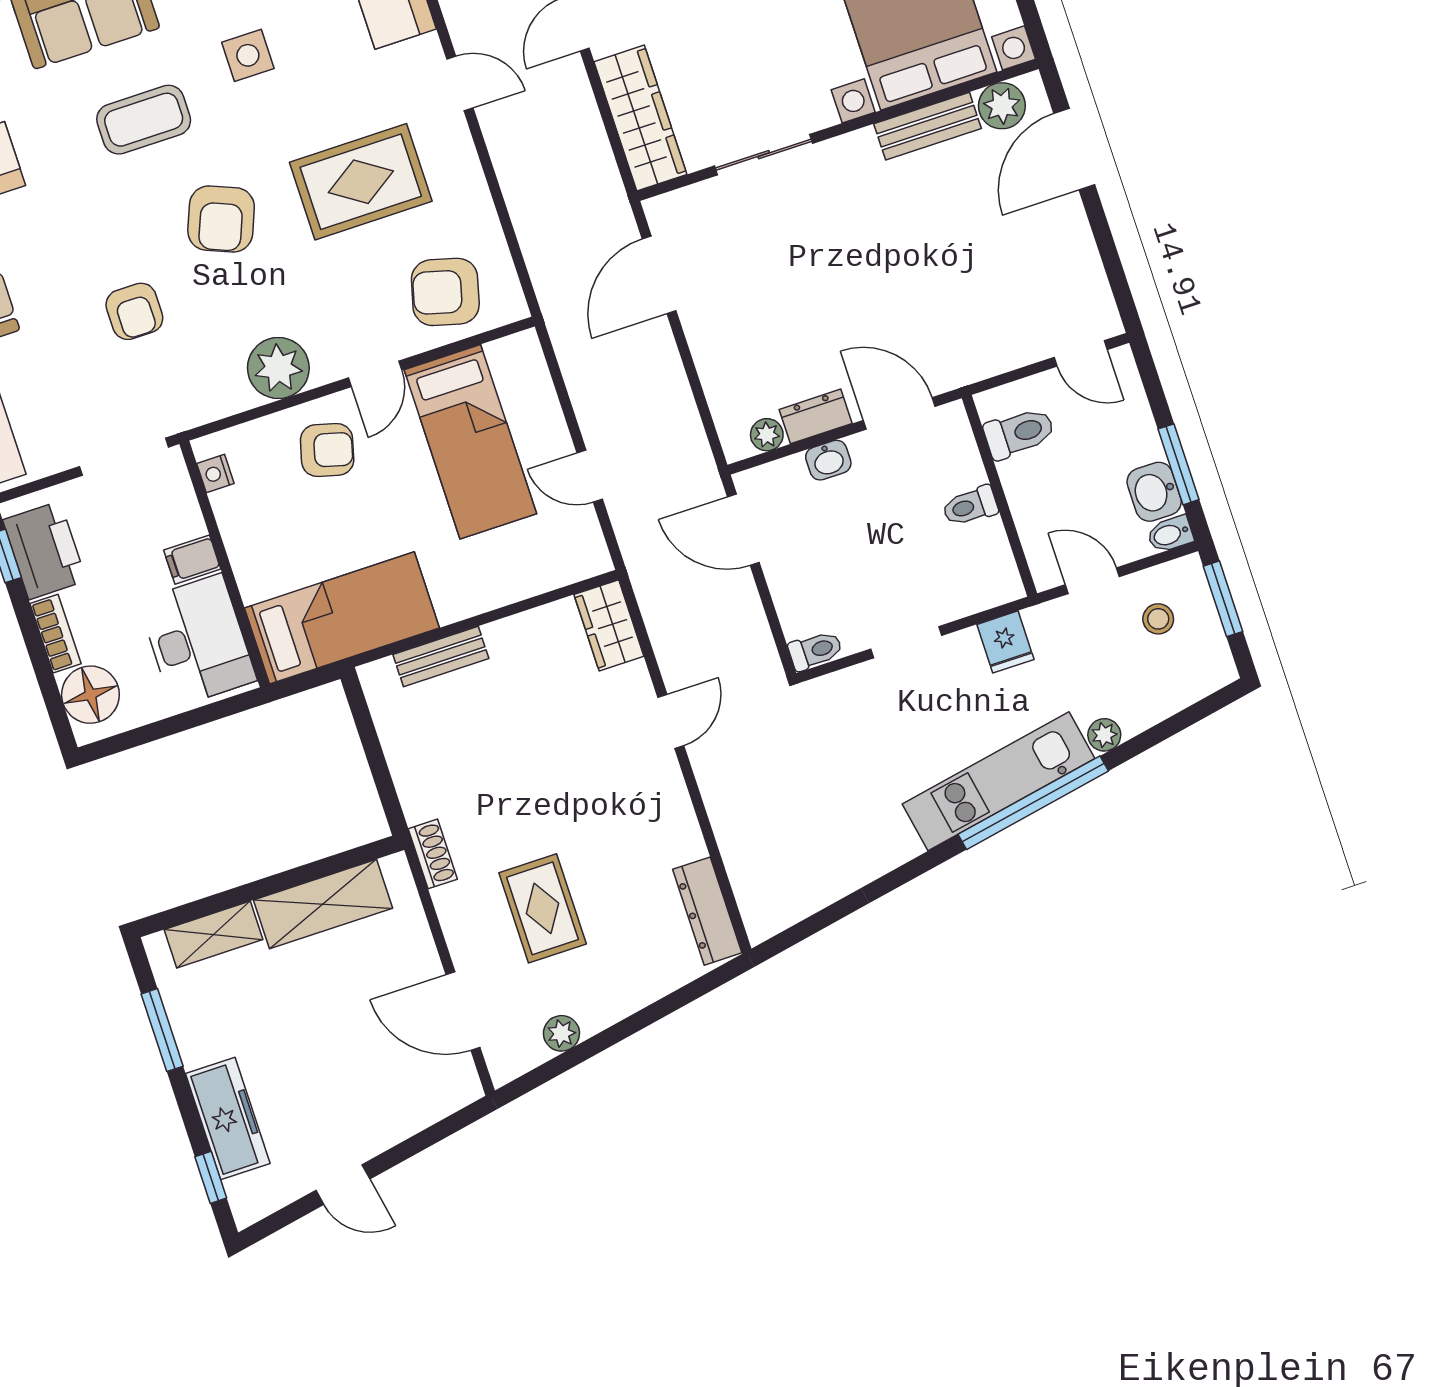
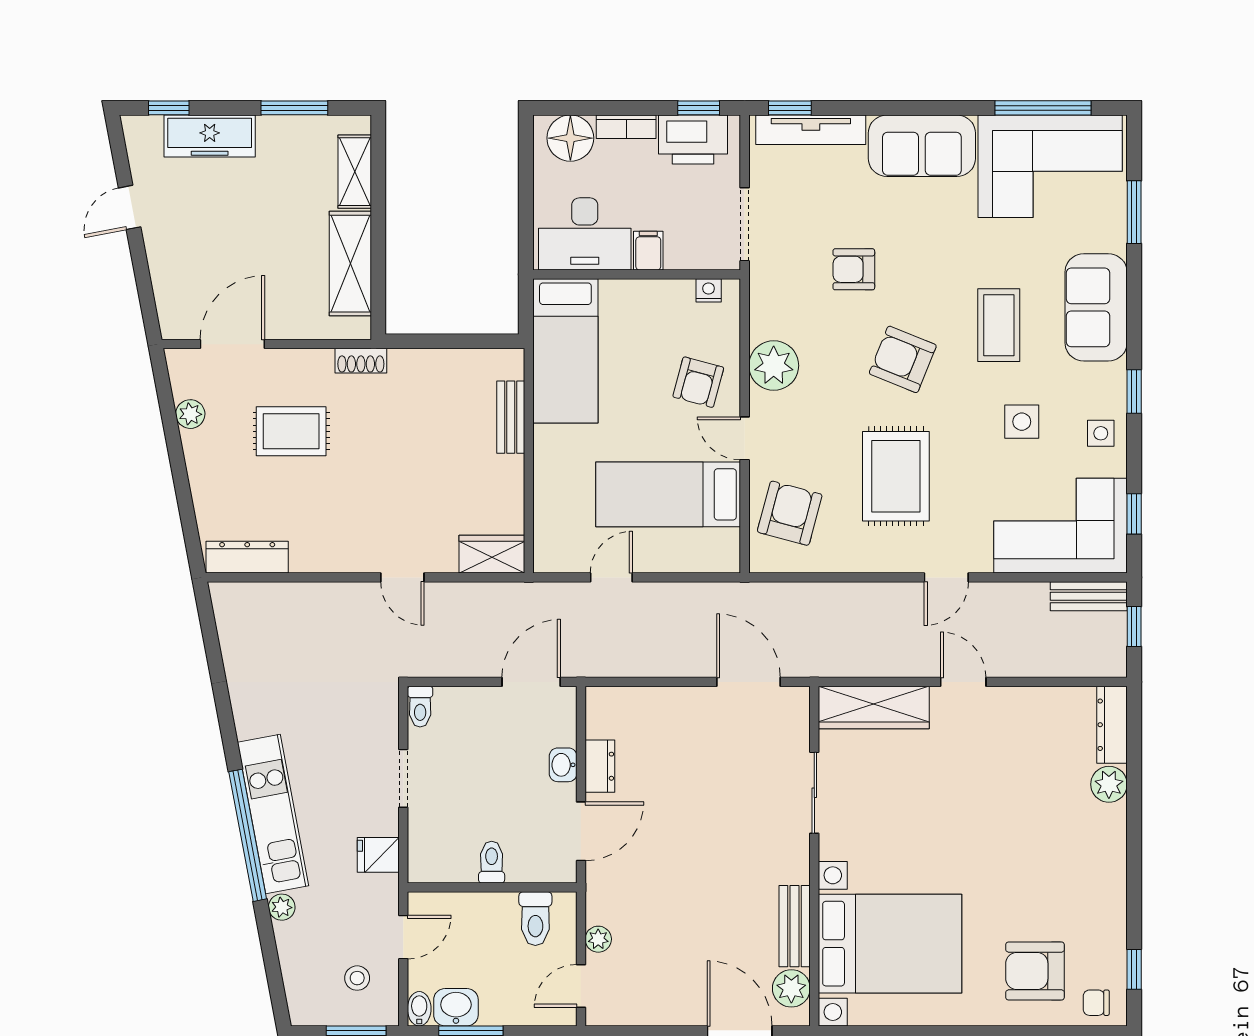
plant: (767, 435) -> (598, 939), moved

